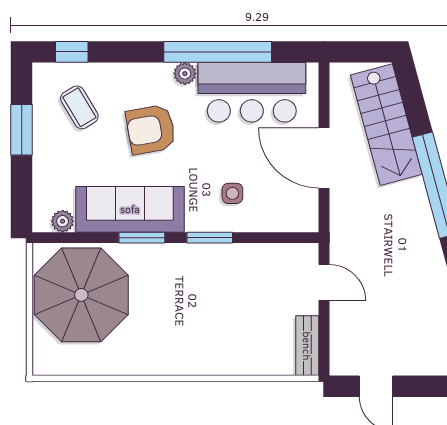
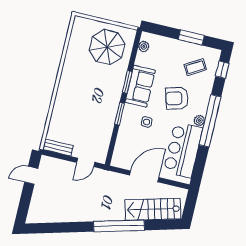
window: (218, 52) -> (210, 121), moved
armchair: (151, 129) -> (177, 98), turned -96
side table: (232, 193) -> (147, 122), moved
sofa: (130, 209) -> (140, 86), width x0.73
parasol: (81, 295) -> (107, 47), width x0.73, depth x0.73

